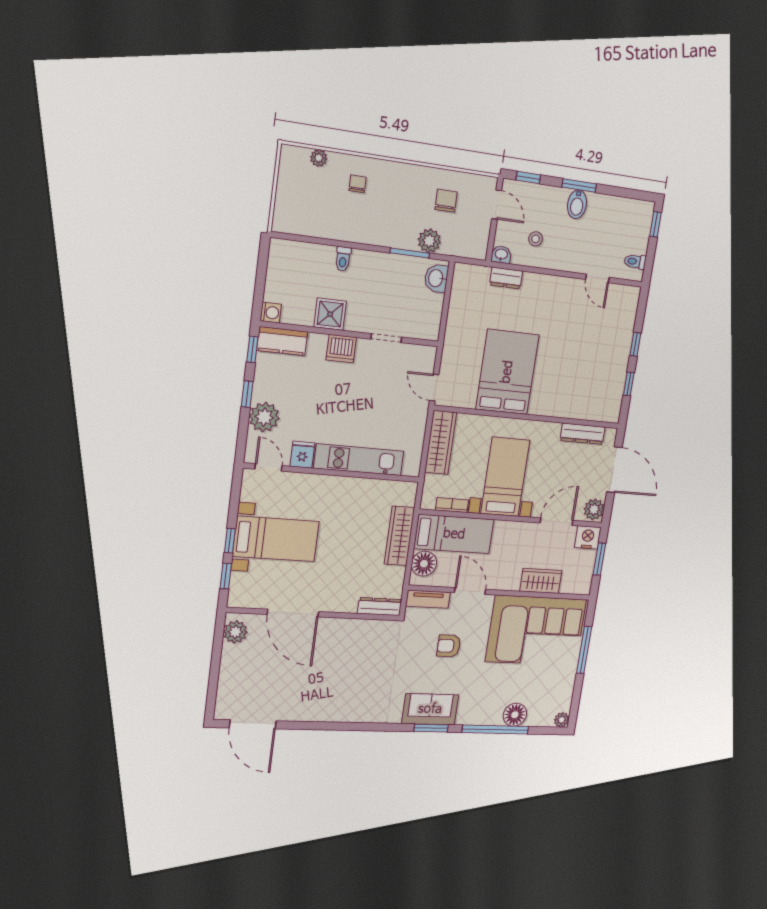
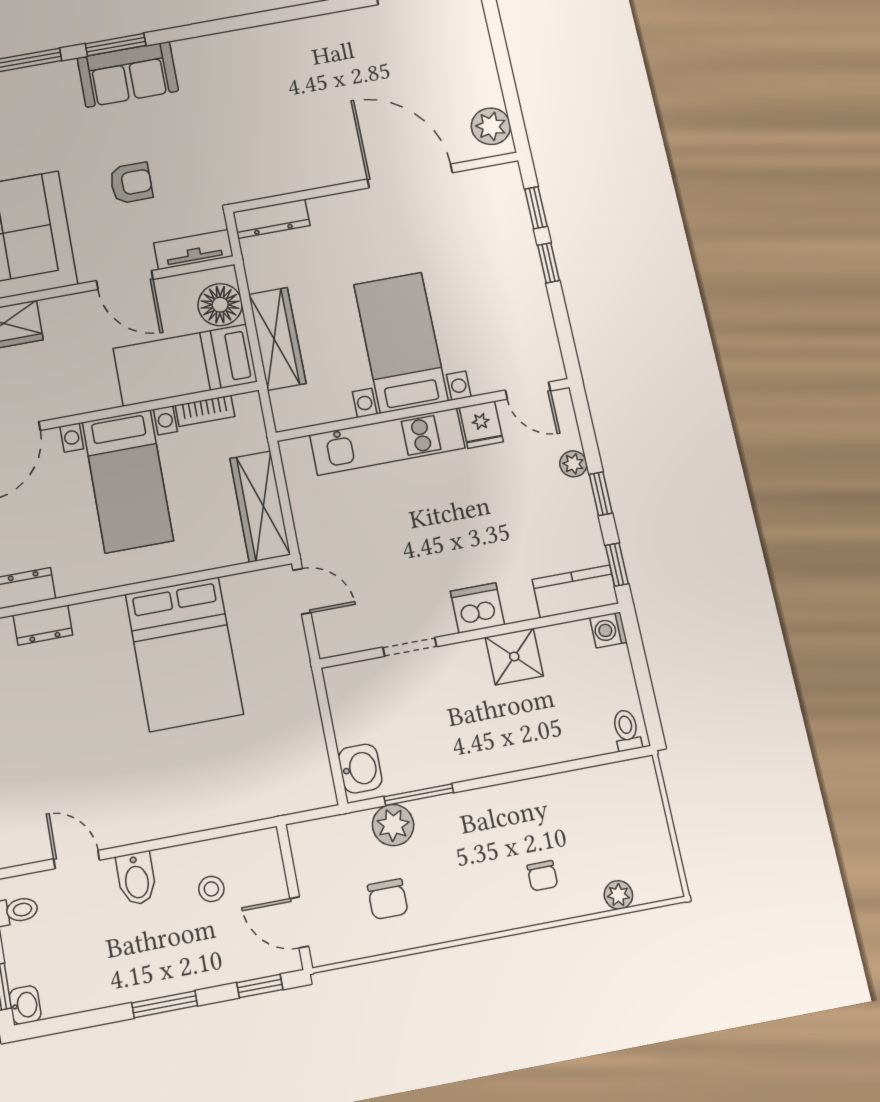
bidet: (577, 204) -> (136, 878), moved, turned 180
washbasin: (501, 255) -> (25, 1005), moved, turned -90
toilet: (343, 259) -> (627, 730), moved
dresser: (506, 278) -> (43, 625), moved, turned 180
plant: (264, 417) -> (573, 464), width x0.53, depth x0.53
bed with nightstands: (276, 539) -> (401, 342), moved, turned 90

